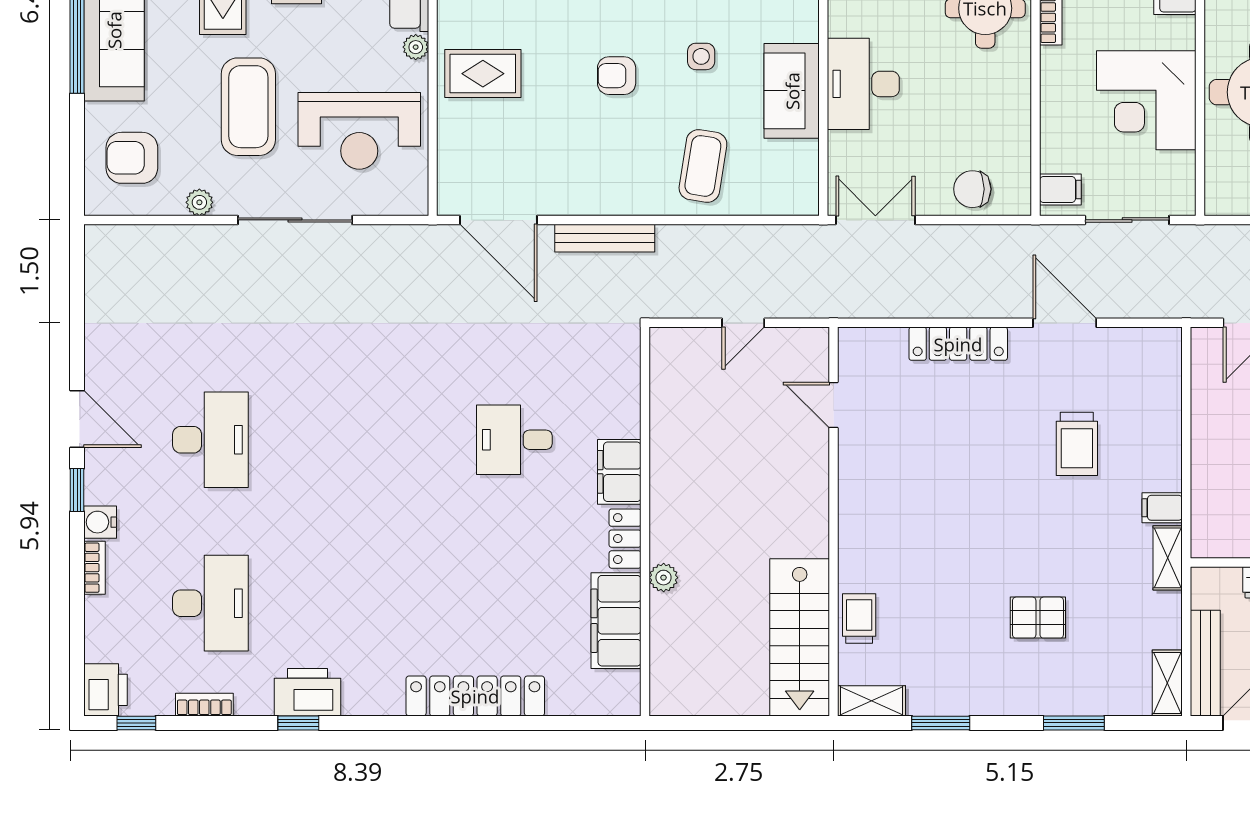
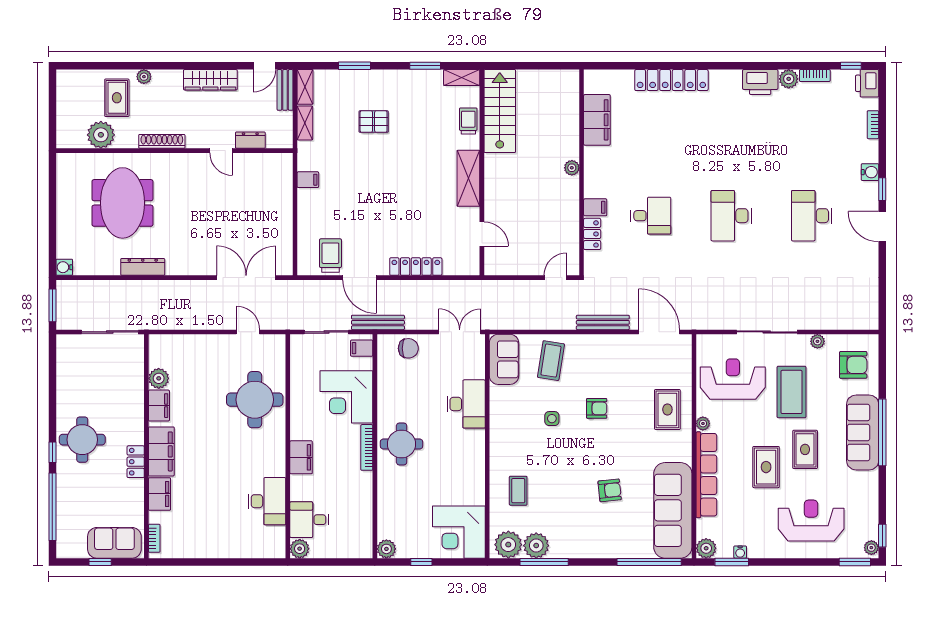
rug: (483, 74) -> (667, 409), turned 90
sofa: (792, 91) -> (504, 359), moved
corner desk: (1146, 100) -> (346, 397), moved, turned 180
double door: (875, 220) -> (460, 332), swing flipped
bench: (1030, 238) -> (378, 322), added
door: (743, 323) -> (555, 278), moved
trolley: (1077, 444) -> (330, 255), moved
filing cabinet: (619, 472) -> (595, 207), width x0.50
shelving: (859, 510) -> (468, 178), added
locker: (625, 539) -> (592, 234), moved
shelving: (1168, 558) -> (305, 123), moved
bookcase: (95, 568) -> (873, 125), moved
plant: (664, 578) -> (572, 168), moved
desk: (210, 603) -> (731, 216), moved
trolley: (859, 619) -> (468, 121), turned 180
bench: (1205, 663) -> (285, 90), width x0.73
plant: (254, 698) -> (789, 79), added
window: (298, 723) -> (765, 66), removed

